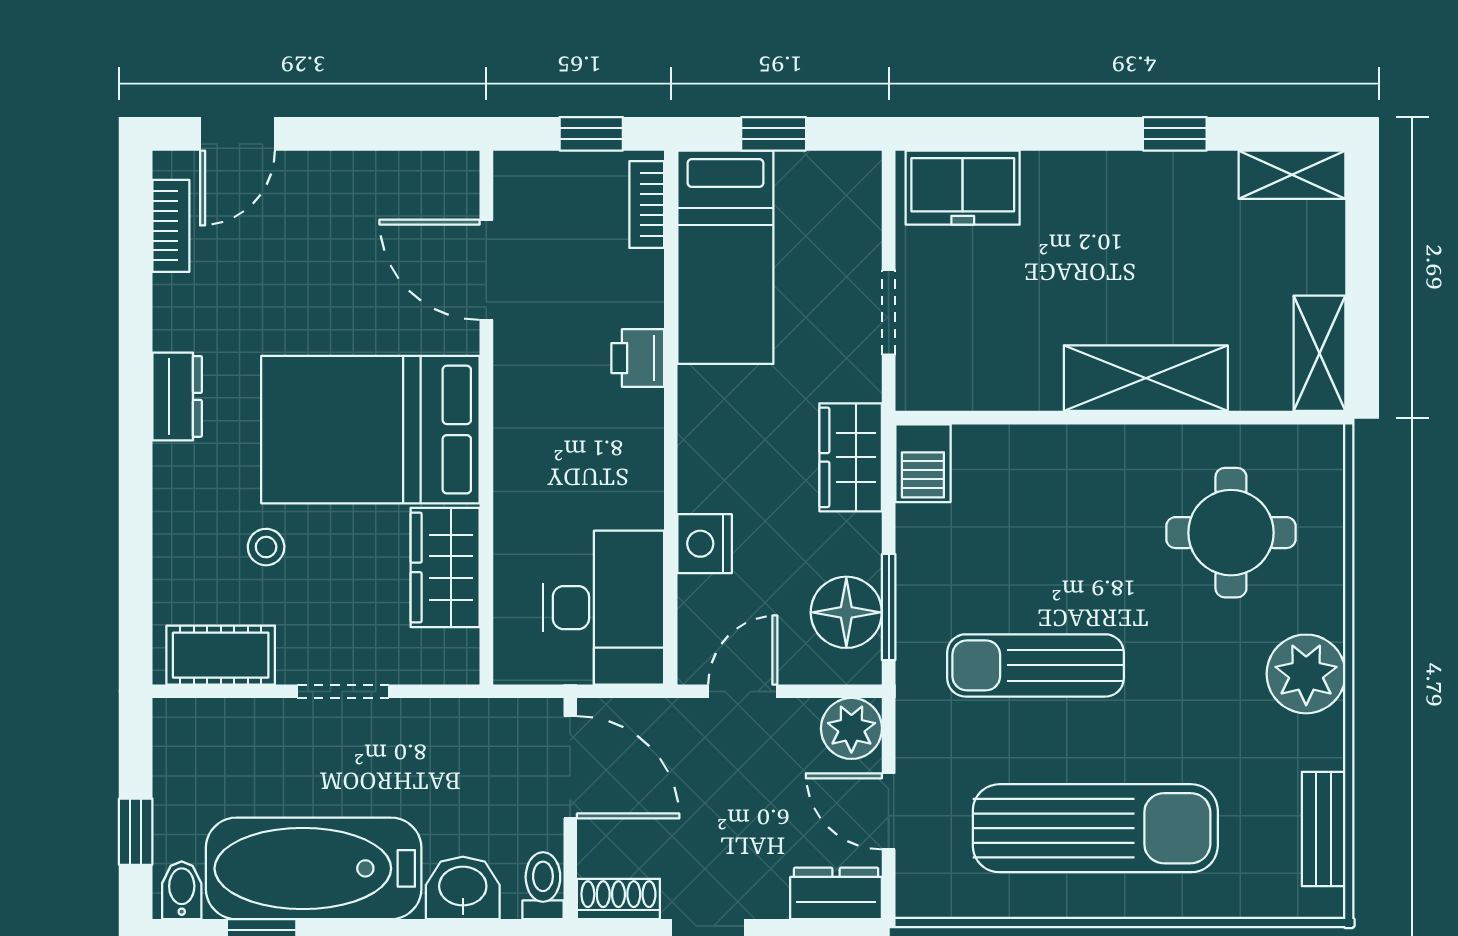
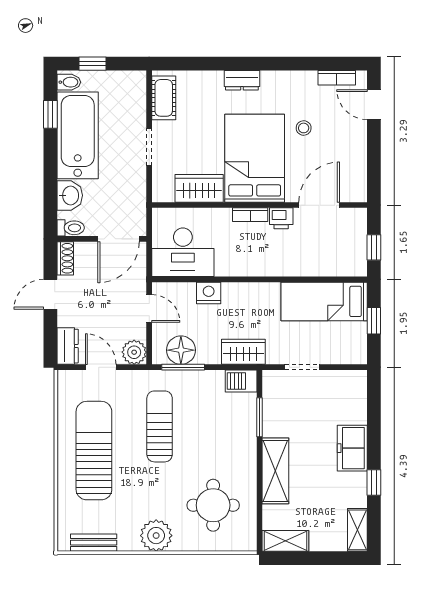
freezer: (963, 188) -> (352, 448), moved
bookcase: (647, 205) -> (250, 215), moved, turned 180
printer: (638, 358) -> (281, 218), moved, turned 180
dresser: (177, 396) -> (242, 80), moved
window: (1013, 418) -> (259, 417), added
stool: (266, 547) -> (304, 128), moved
door: (889, 811) -> (101, 367), hinge flipped
sun lounger: (1095, 828) -> (94, 451), turned 180

